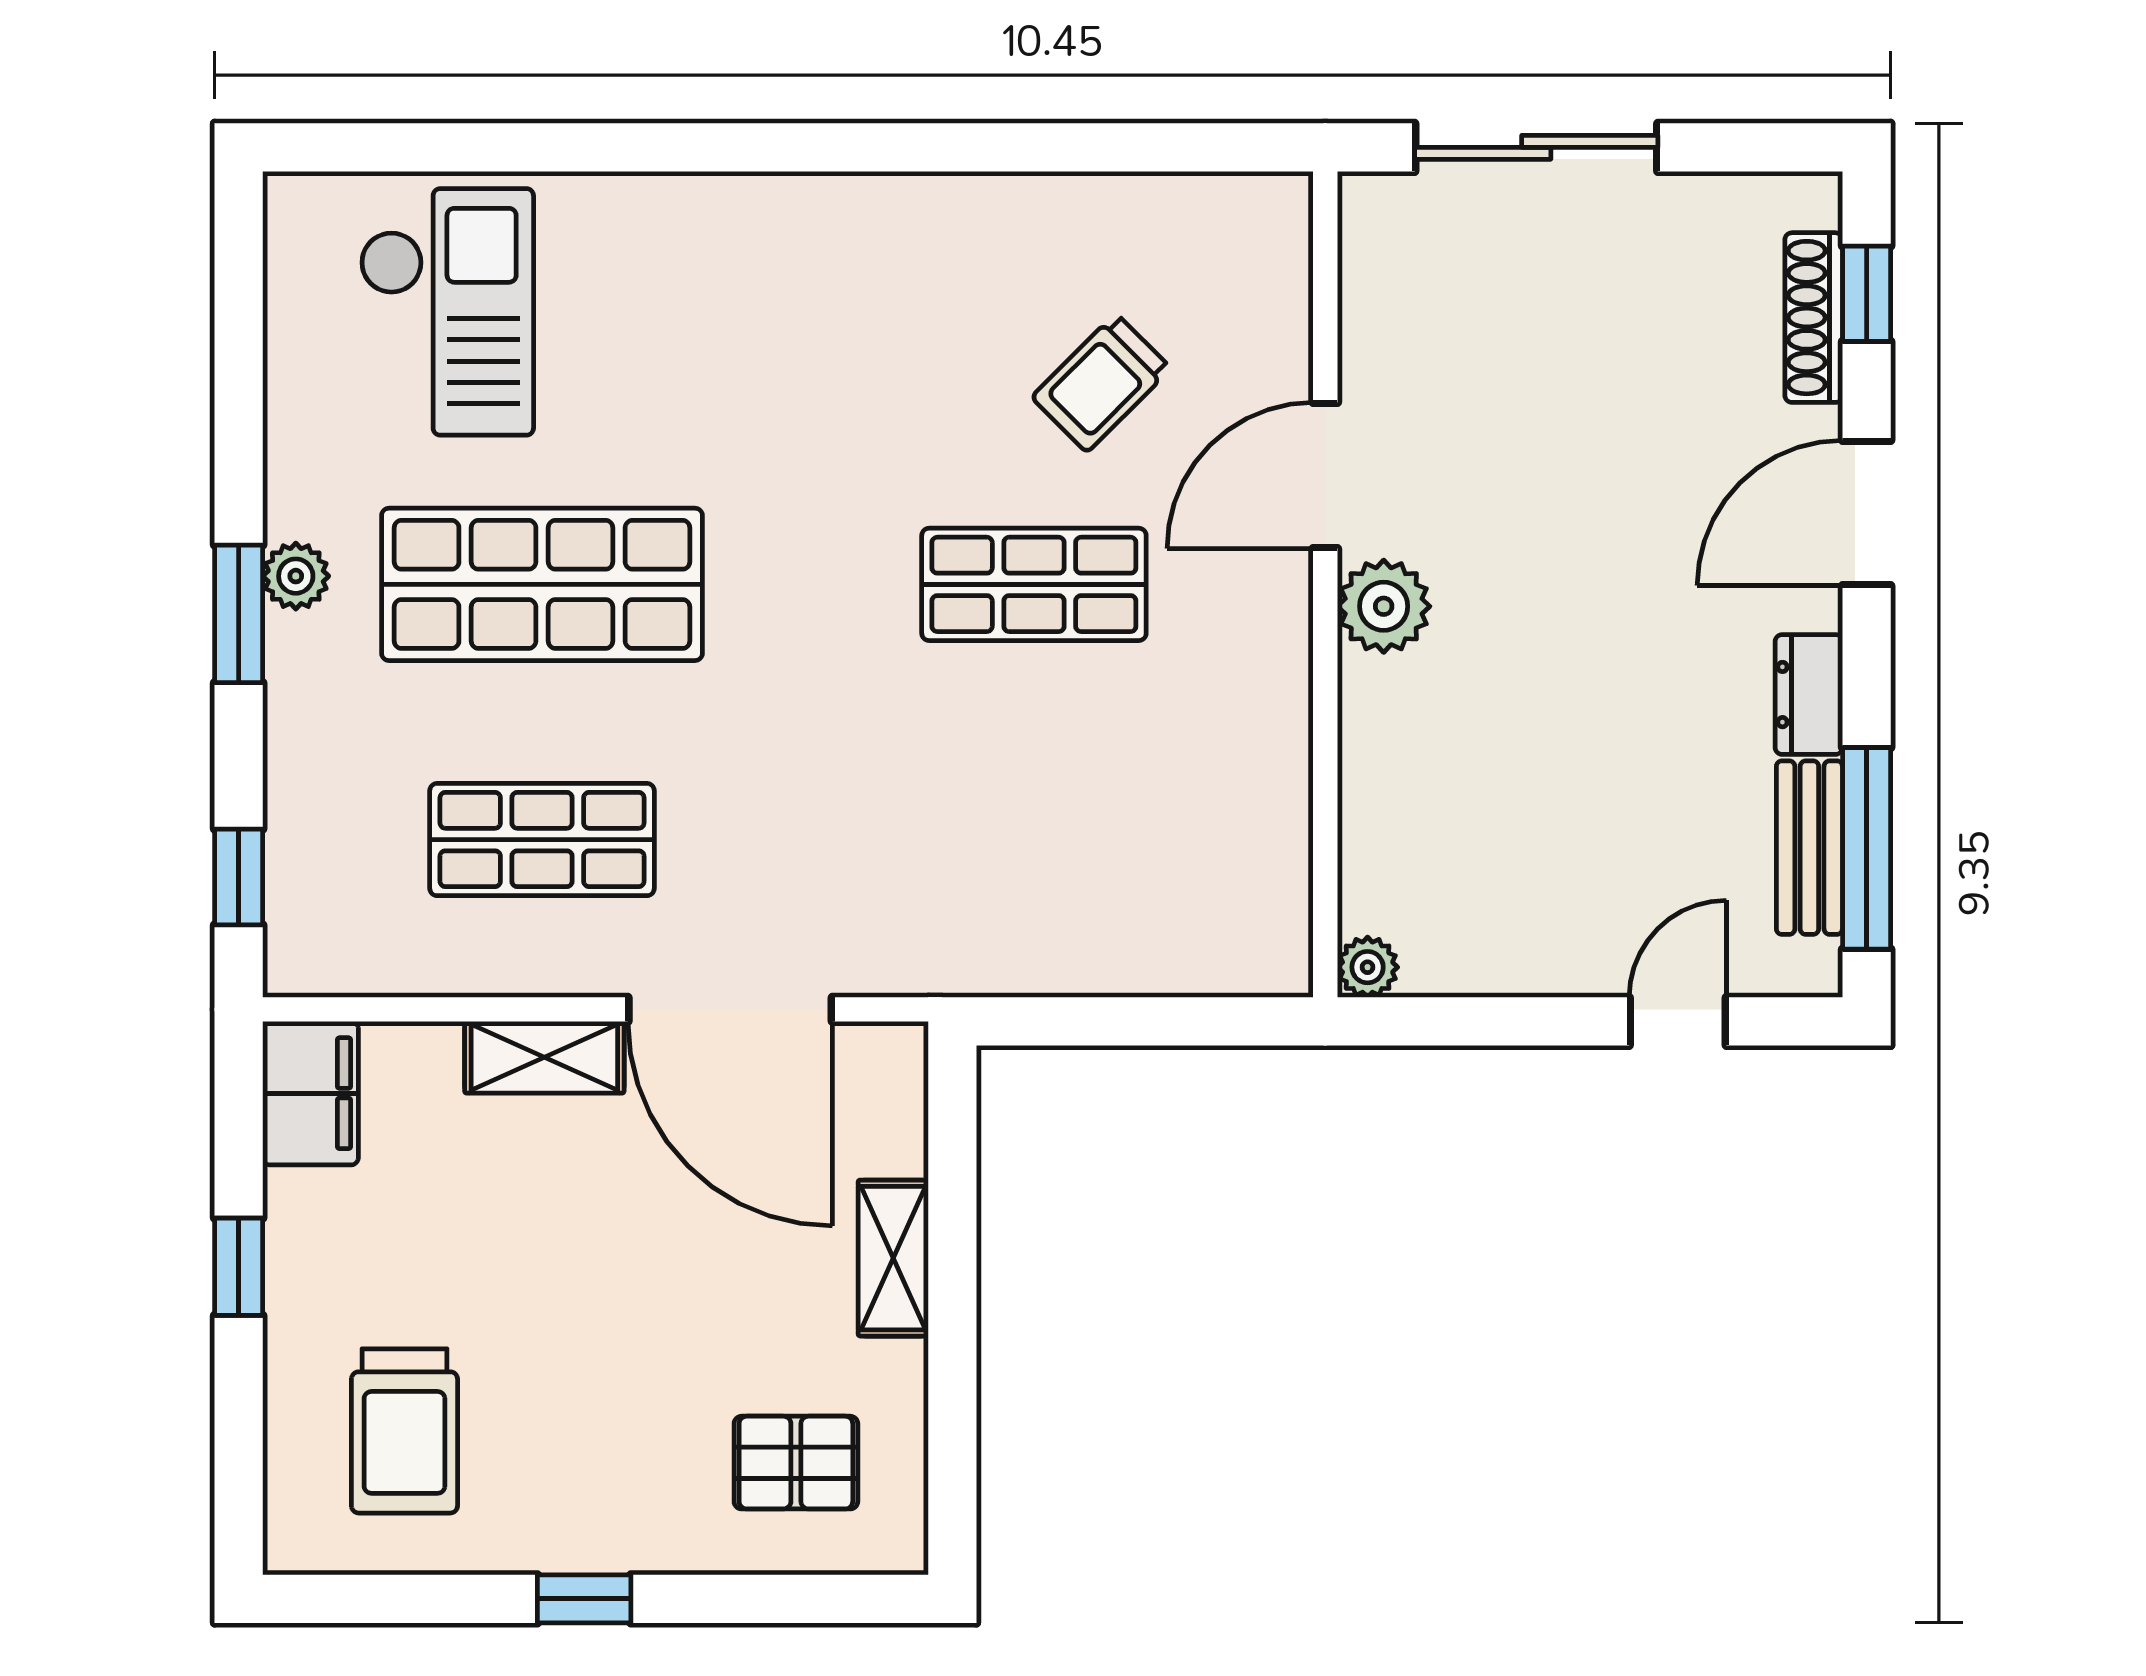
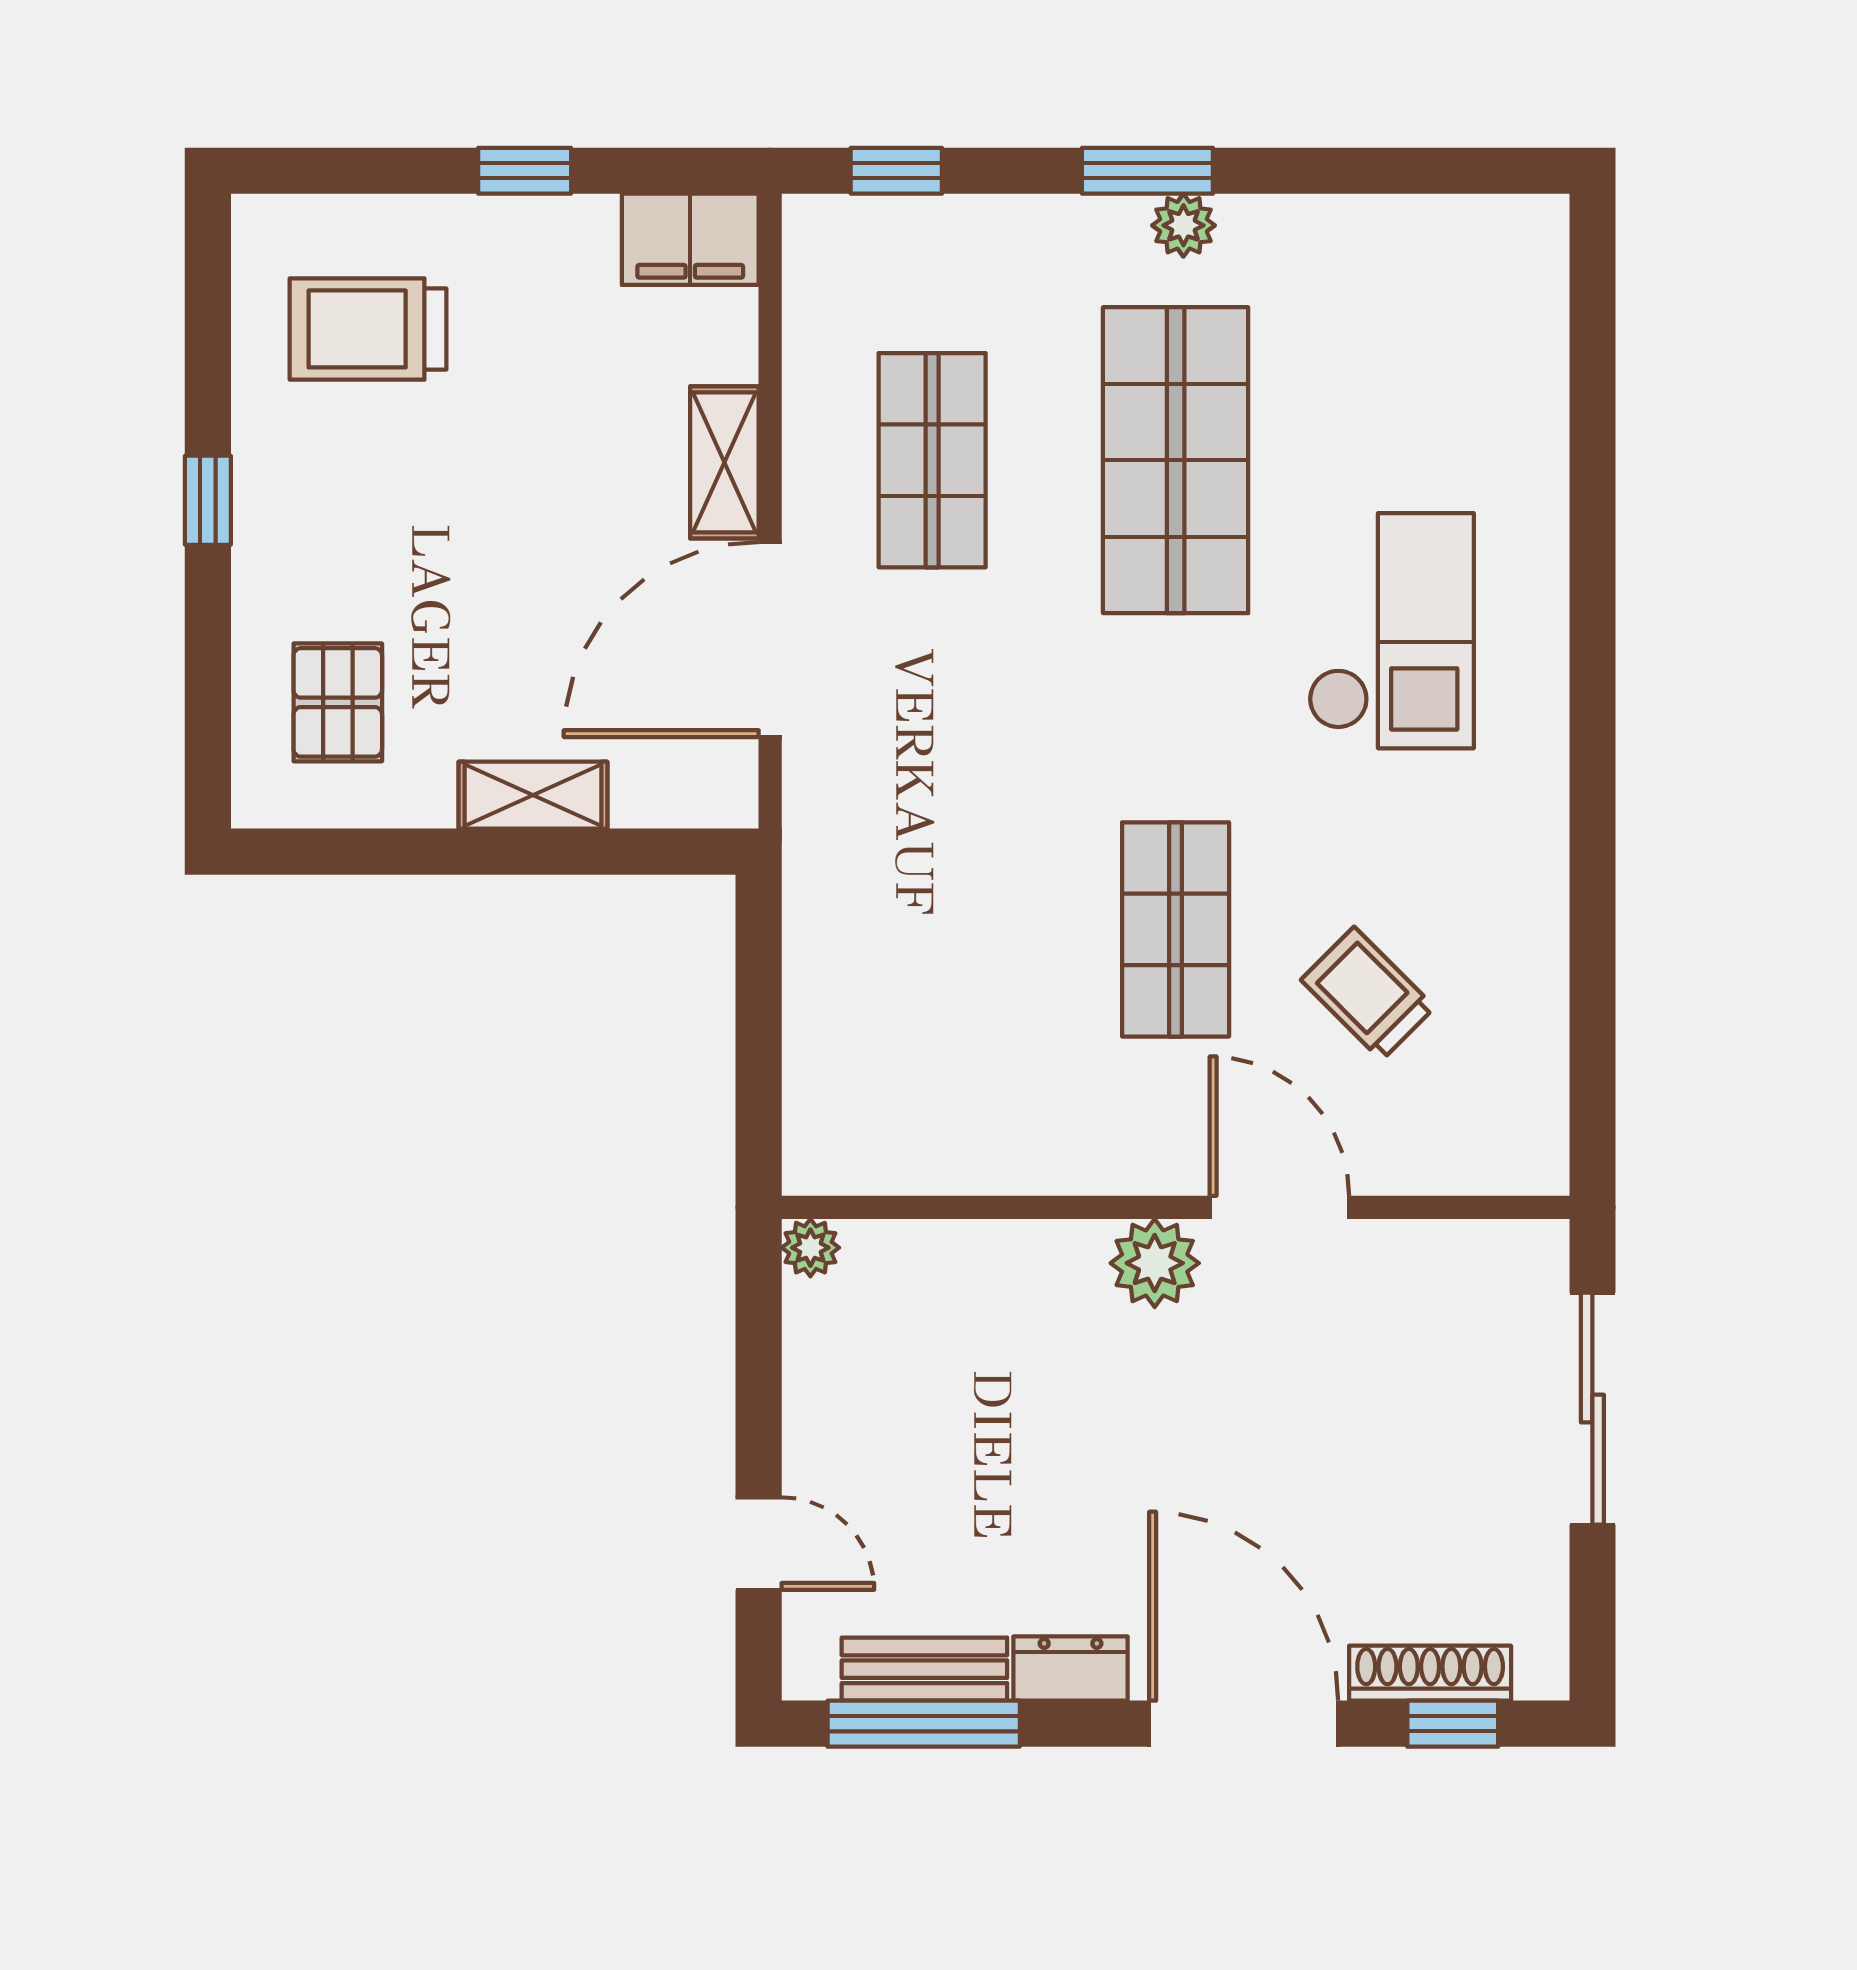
checkout: (447, 312) -> (1391, 631), moved, turned -90
door: (1867, 513) -> (1244, 1724), width x1.36

